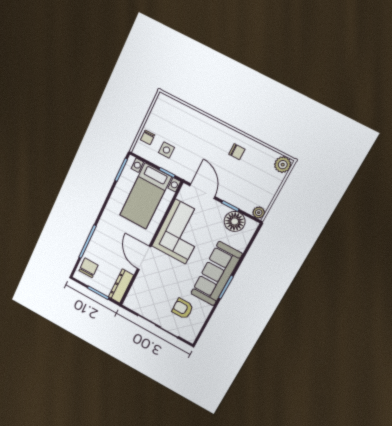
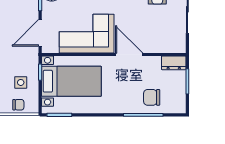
door: (144, 258) -> (129, 55), swing flipped
chair: (89, 268) -> (152, 97), moved
dresser: (121, 286) -> (174, 63), width x0.70

